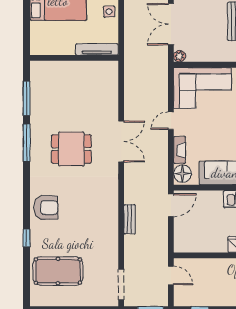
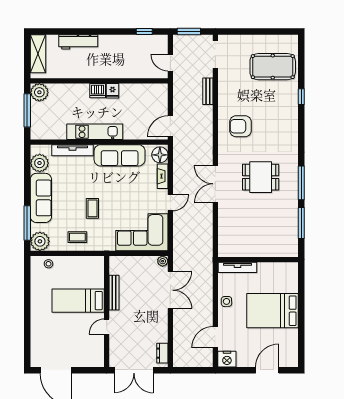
armchair: (46, 208) -> (241, 126), moved
bench: (130, 219) -> (208, 91), moved

